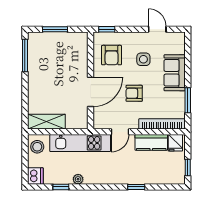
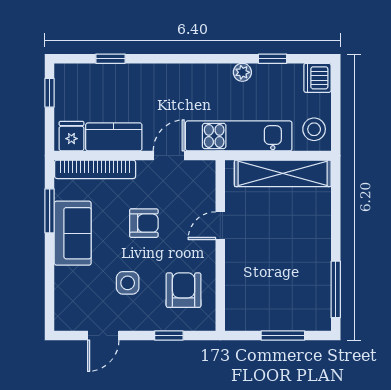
window: (107, 29) -> (169, 336), moved
door: (157, 29) -> (103, 336), hinge flipped
sofa: (175, 73) -> (73, 233), moved
door: (91, 92) -> (220, 226), width x0.53
shelving: (46, 122) -> (283, 173), width x1.47
window: (136, 187) -> (111, 59), moved

